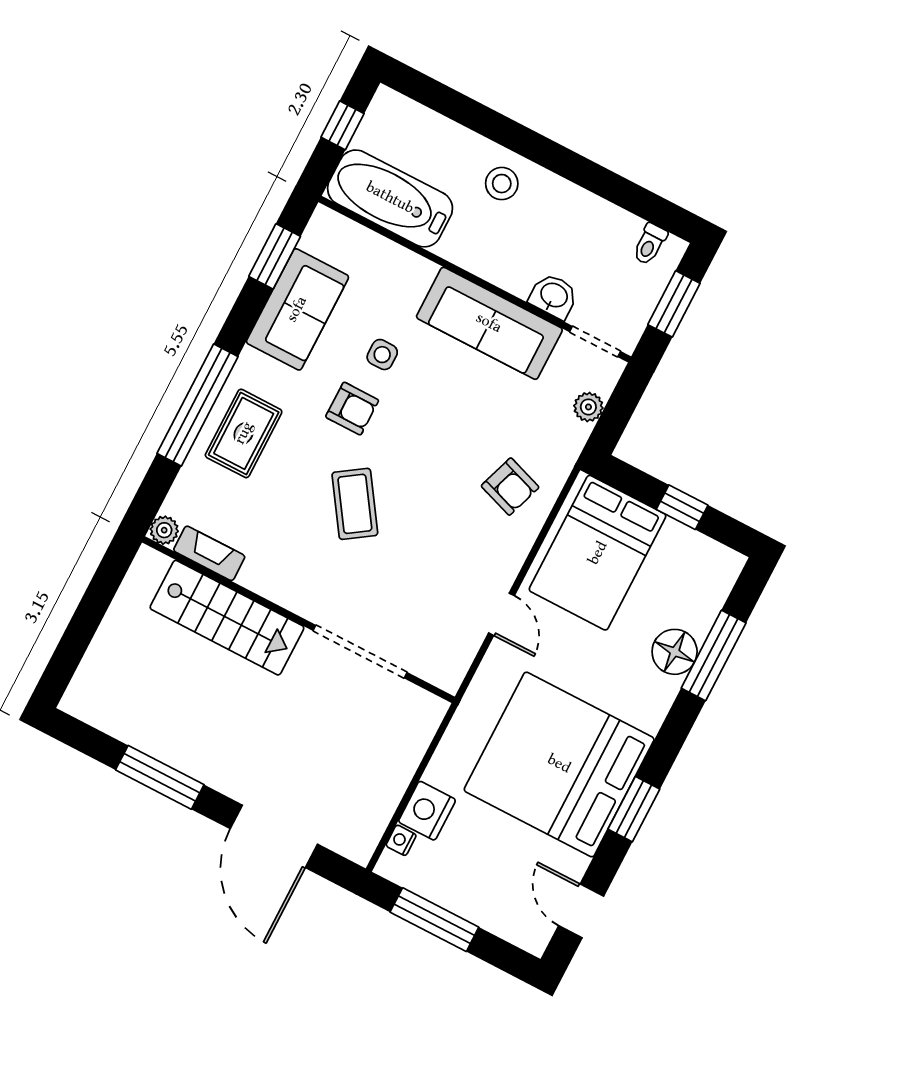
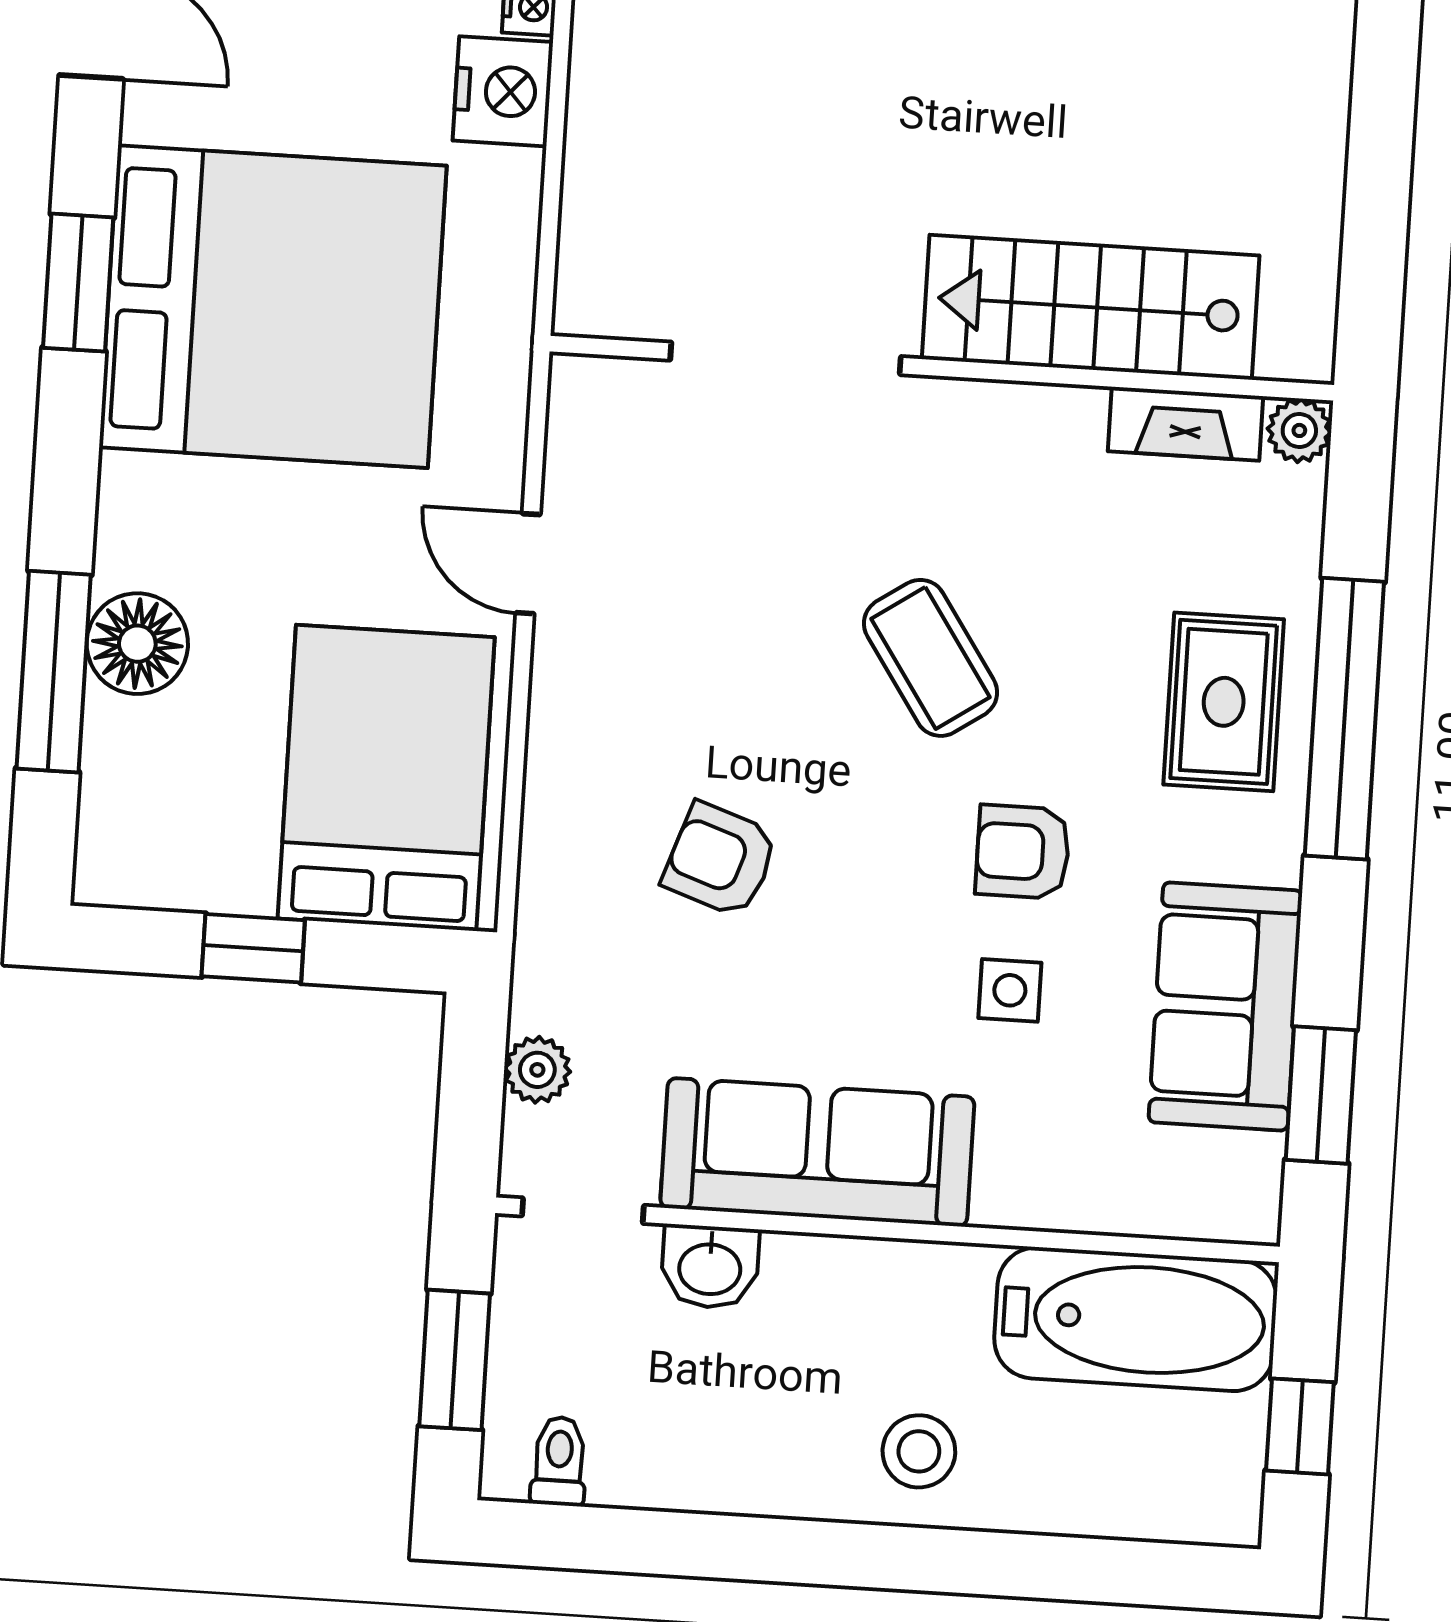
armchair: (510, 487) -> (720, 860), moved

